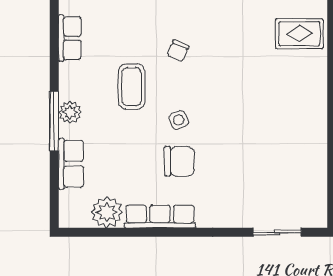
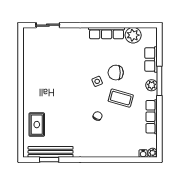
rug: (299, 34) -> (37, 125), turned 90
row of seats: (70, 38) -> (152, 117), width x1.48
coffee table: (132, 87) -> (121, 98), turned -74
chair: (179, 161) -> (116, 73), moved

